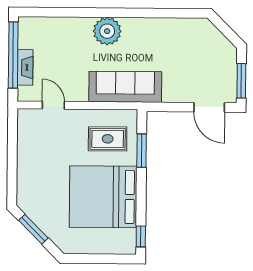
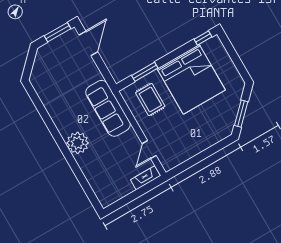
window: (13, 55) -> (131, 197), removed
fireplace: (25, 67) -> (145, 178), moved

